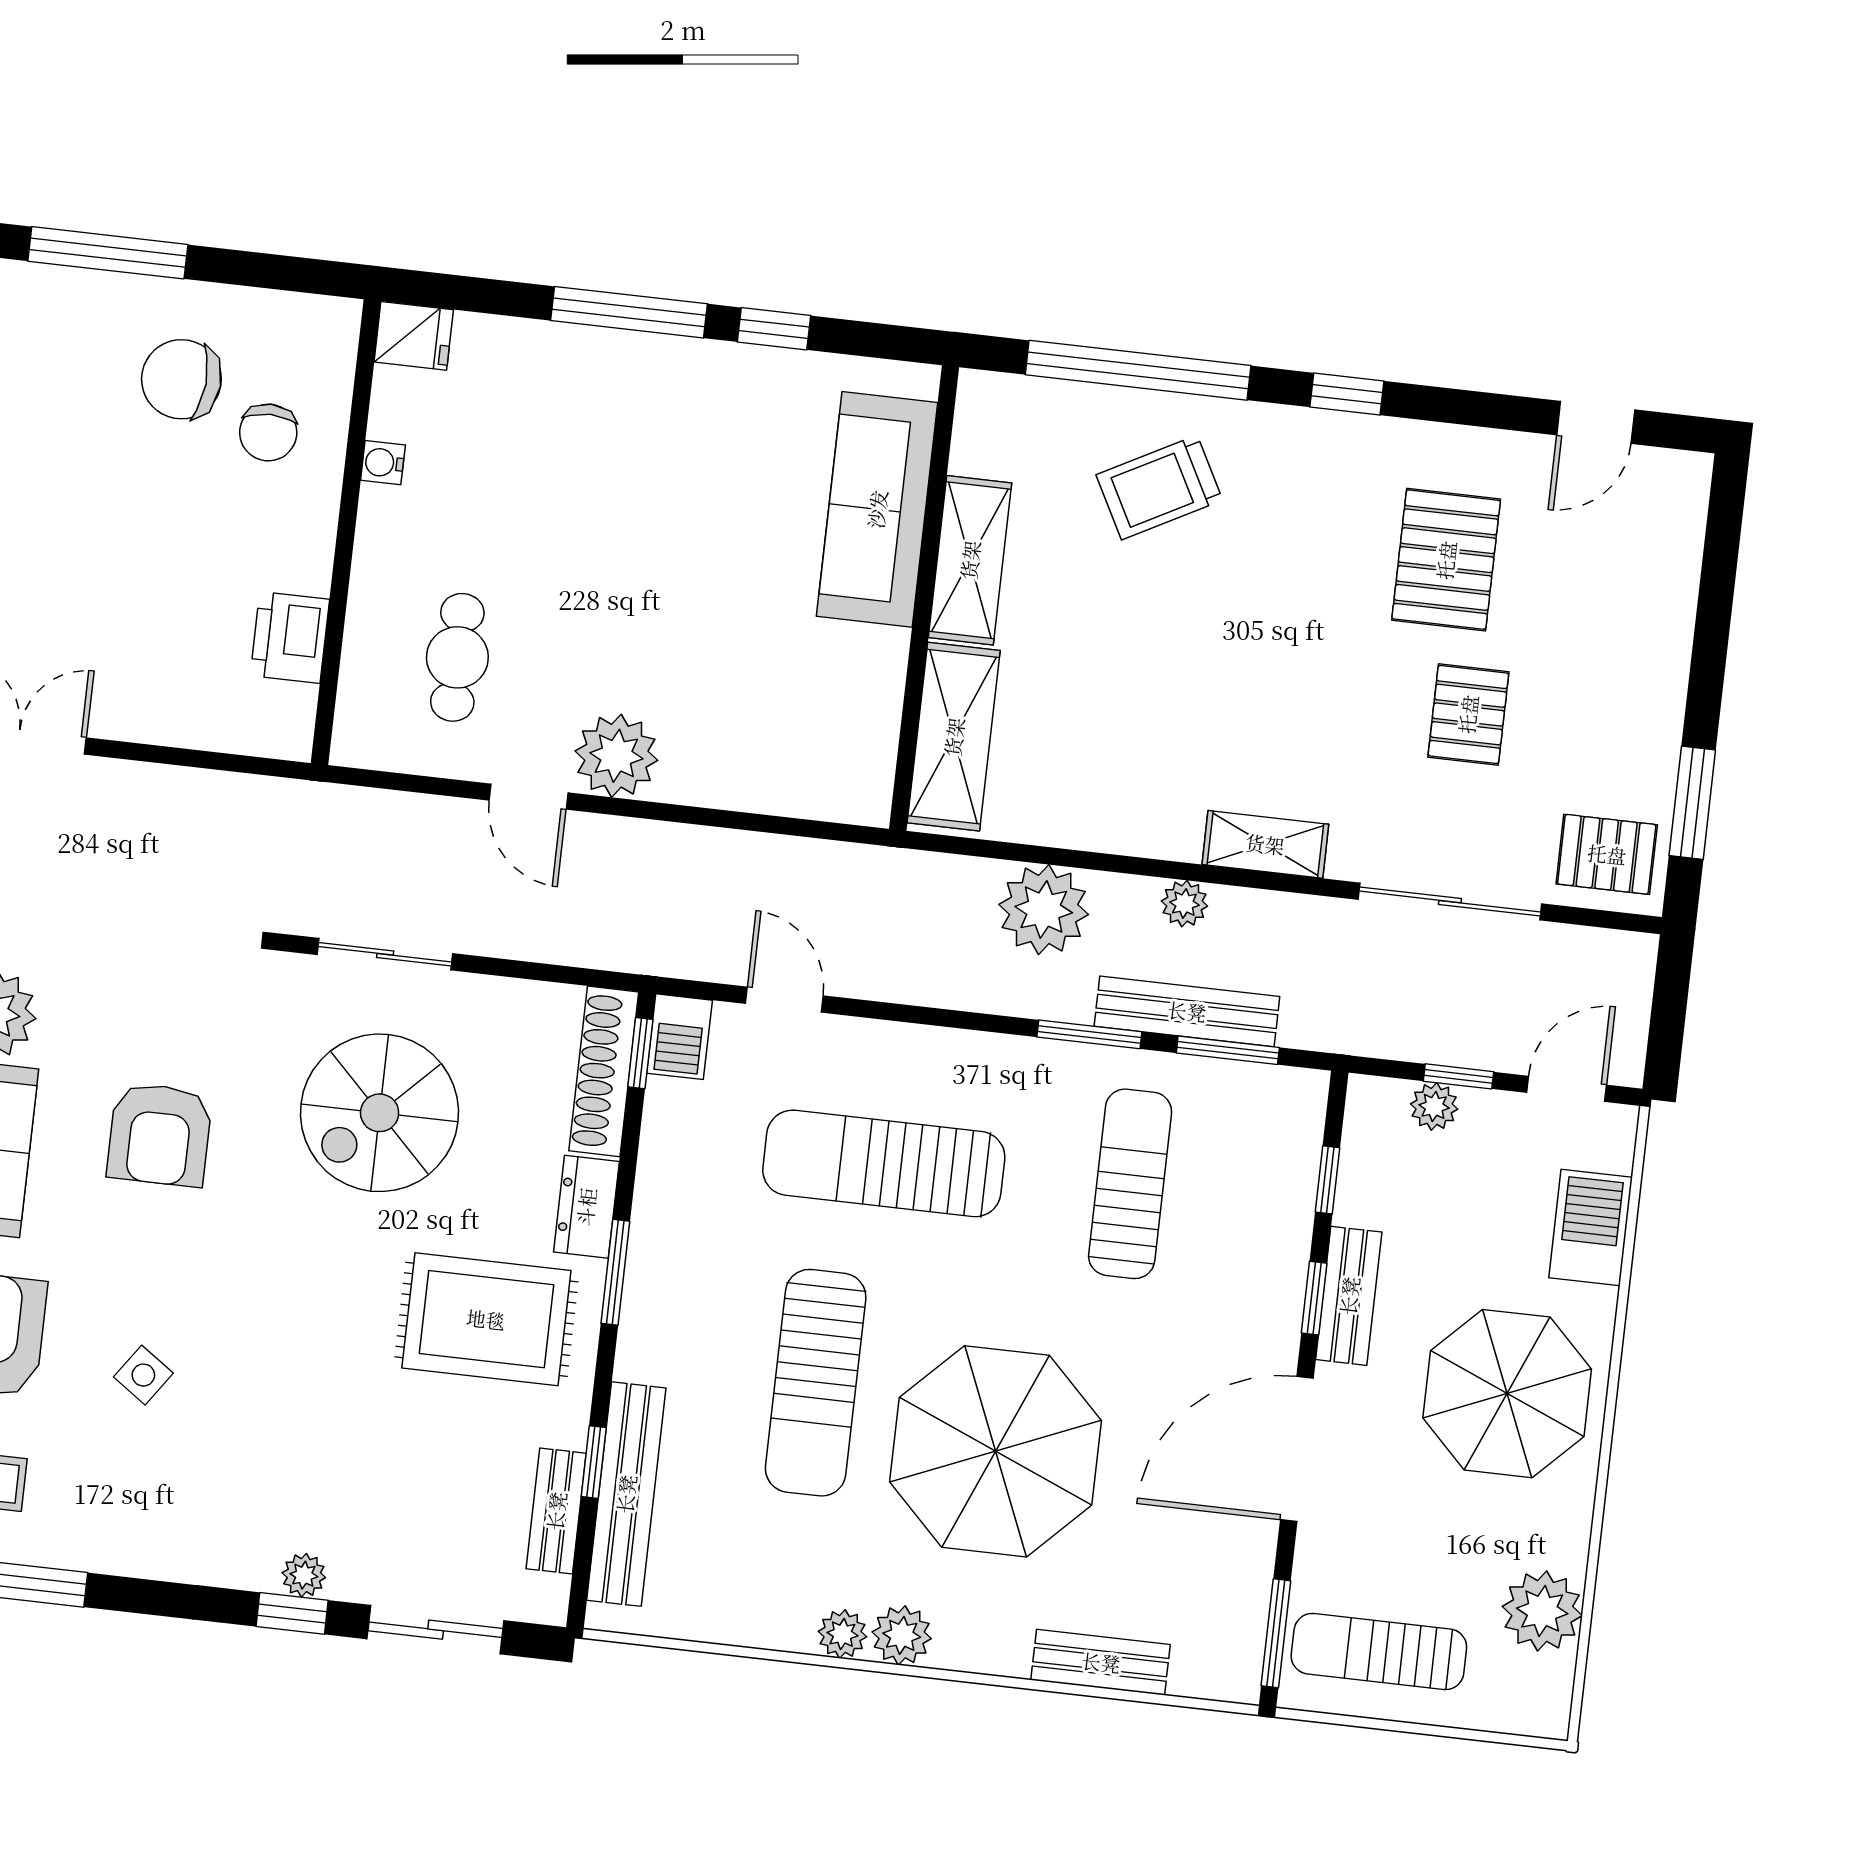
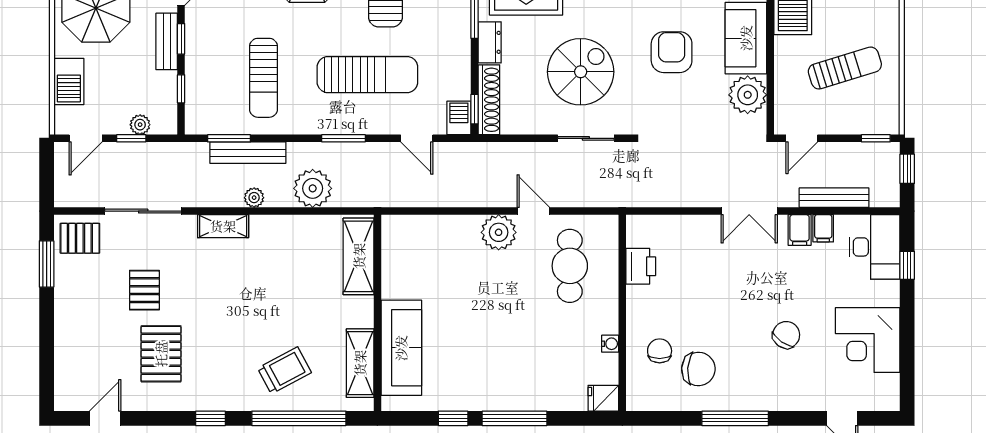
shelving: (970, 560) -> (360, 363), moved
cafe table: (457, 657) -> (570, 266), width x1.37, depth x1.35
window: (1089, 1034) -> (344, 138), moved

